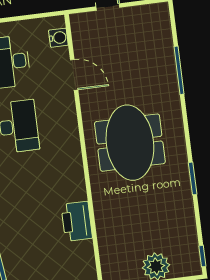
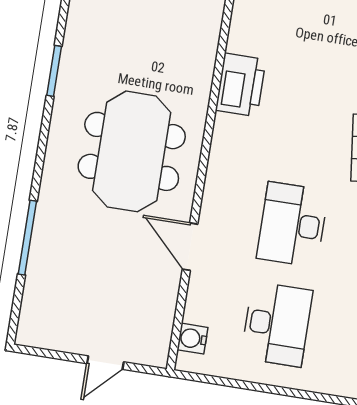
door: (74, 75) -> (190, 247), moved
printer: (77, 221) -> (241, 85), moved

